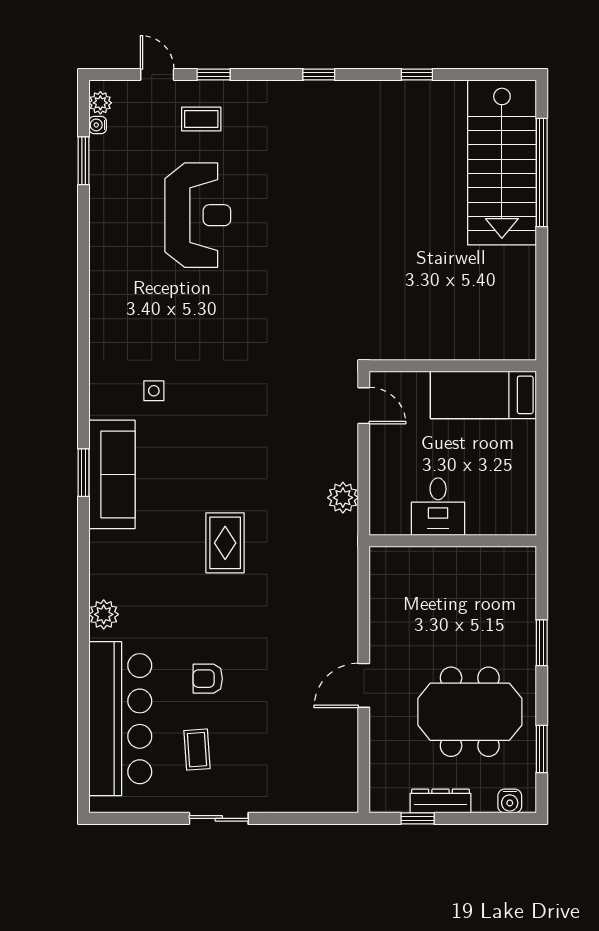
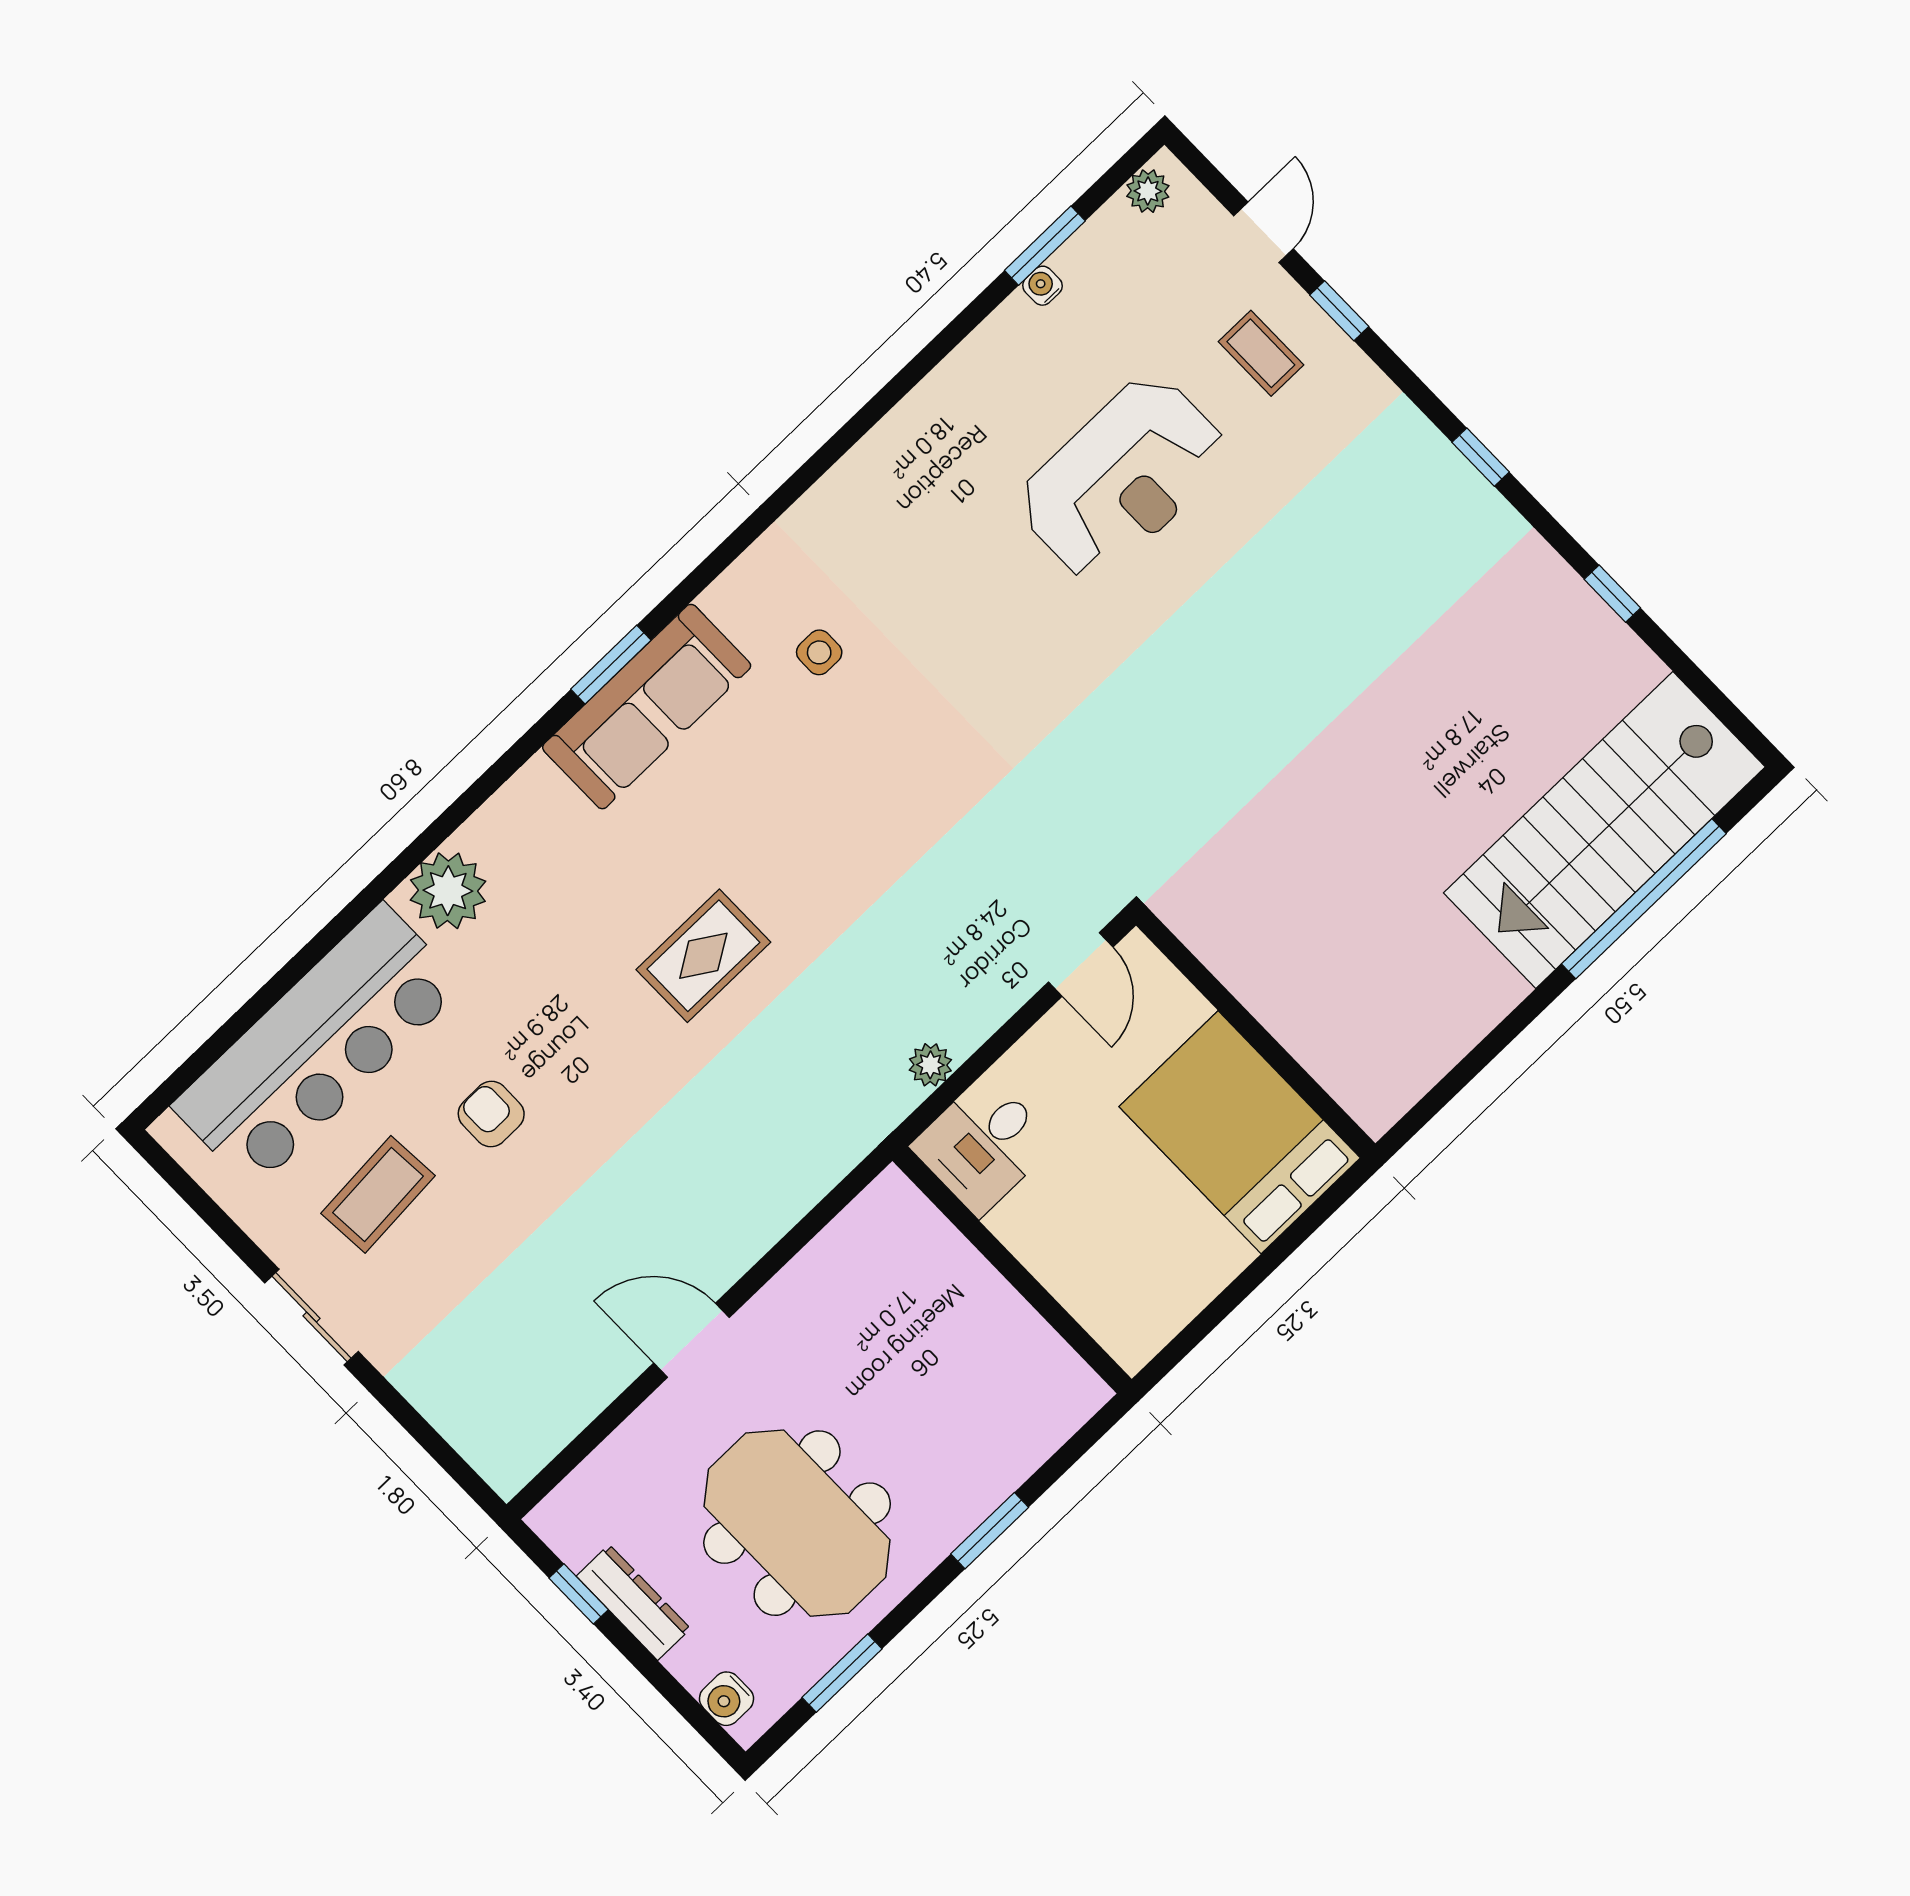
water cooler: (98, 125) -> (1042, 286), moved
bed: (483, 395) -> (1240, 1132), width x1.50
plant: (343, 498) -> (930, 1065), width x0.73, depth x0.73
desk: (438, 507) -> (983, 1145), moved
plant: (104, 614) -> (448, 891), width x1.36, depth x1.36
coffee table: (197, 750) -> (378, 1194), width x1.36, depth x1.30

